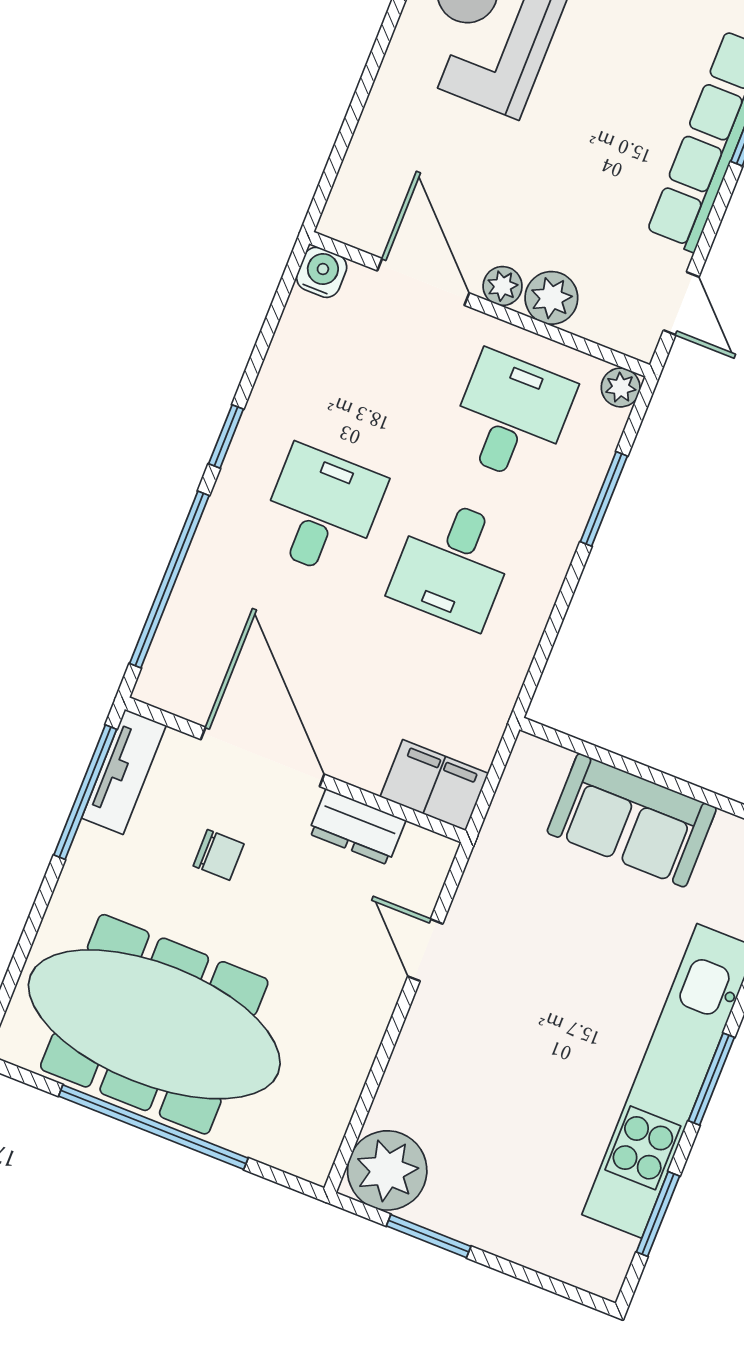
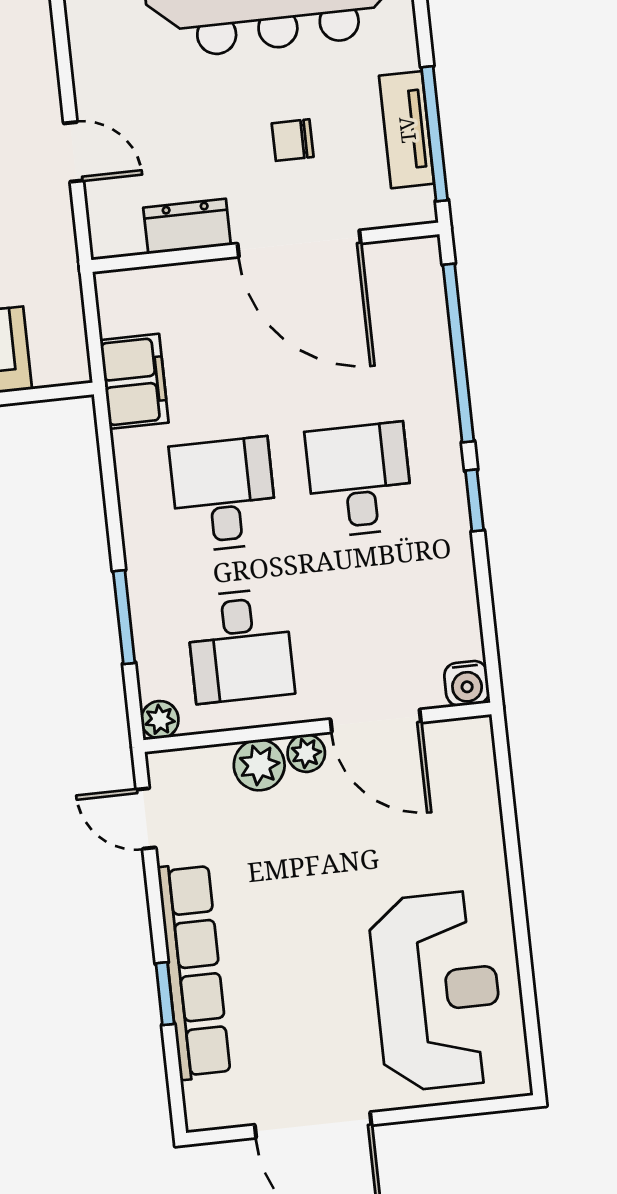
desk: (322, 511) -> (359, 480), turned 180
tv unit: (124, 772) -> (407, 130), moved
filing cabinet: (434, 785) -> (134, 381), moved, turned -90

